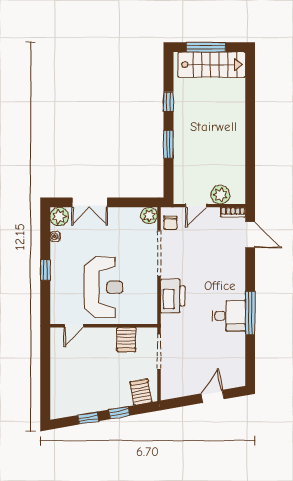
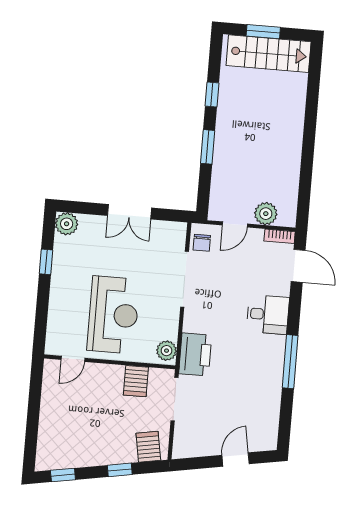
window: (206, 47) -> (263, 32), width x0.69
double door: (90, 202) -> (129, 212), moved
plant: (149, 215) -> (167, 351), moved
water cooler: (55, 236) -> (59, 248), removed
window: (45, 270) -> (46, 262), moved
printer: (173, 296) -> (195, 354), moved
desk: (229, 316) -> (268, 314), moved
window: (88, 418) -> (63, 475), moved

